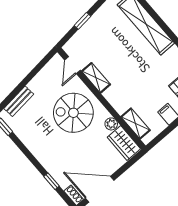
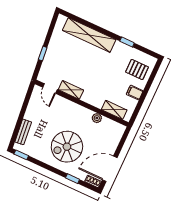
spiral stairs: (73, 113) -> (67, 147), moved
wardrobe: (124, 143) -> (112, 128), removed

